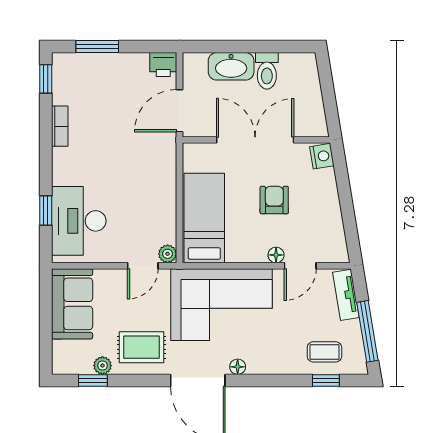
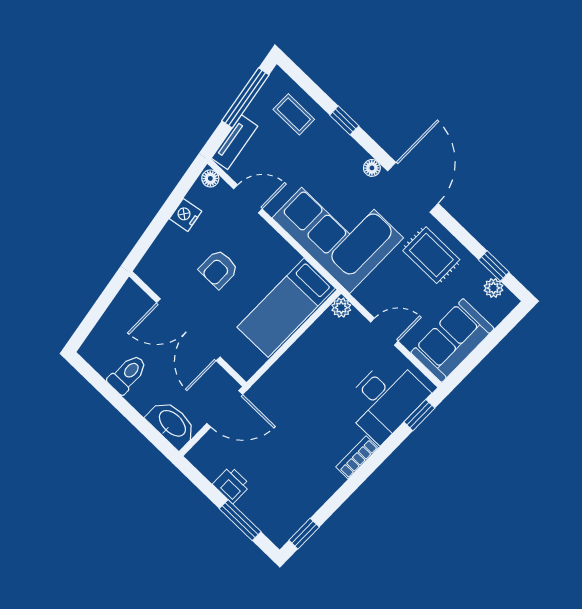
printer: (163, 65) -> (232, 485), moved
washbasin: (231, 66) -> (172, 424), moved
bookcase: (60, 126) -> (357, 457), moved
nightstand: (322, 156) -> (185, 215), moved
window: (46, 211) -> (419, 415), moved
floor lamp: (276, 255) -> (210, 178), moved
door: (143, 266) -> (384, 332), moved
plant: (102, 366) -> (493, 288), moved
window: (326, 380) -> (344, 120), moved

